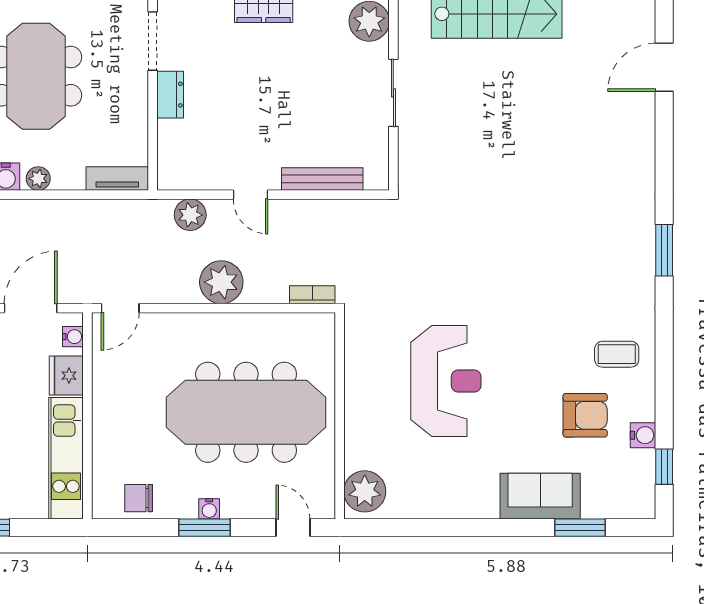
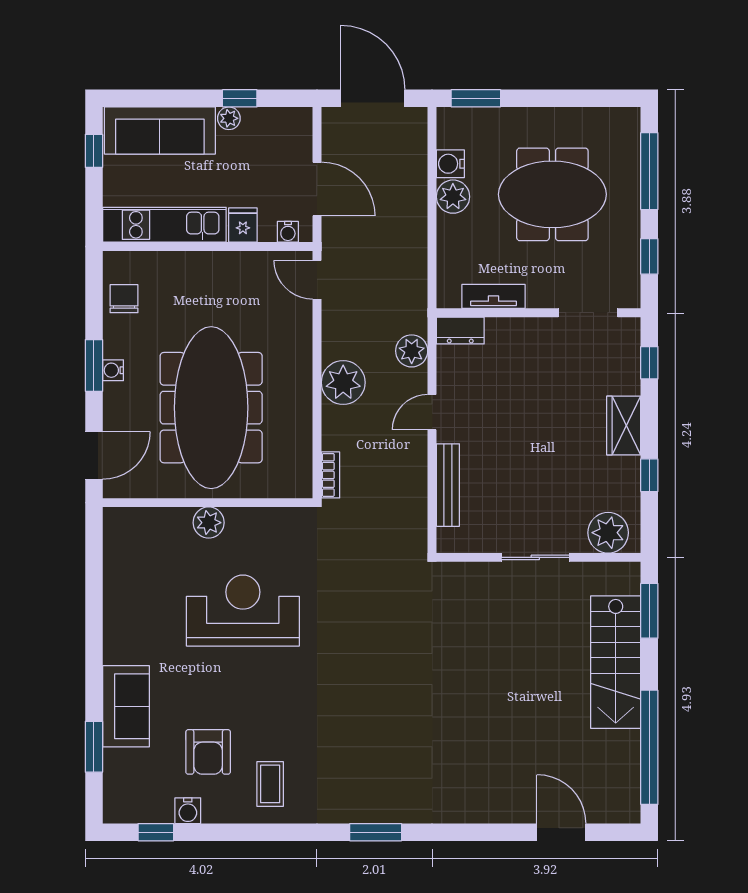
dresser: (170, 95) -> (460, 330), moved
plant: (38, 179) -> (453, 197), width x1.38, depth x1.38
tv unit: (117, 179) -> (493, 296), moved, turned -90
fridge: (66, 376) -> (243, 225), width x0.72
reception desk: (446, 381) -> (243, 611), turned 180
plant: (365, 491) -> (209, 523), moved, width x0.73, depth x0.73
door: (293, 528) -> (94, 455), width x1.38

